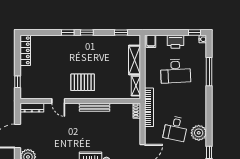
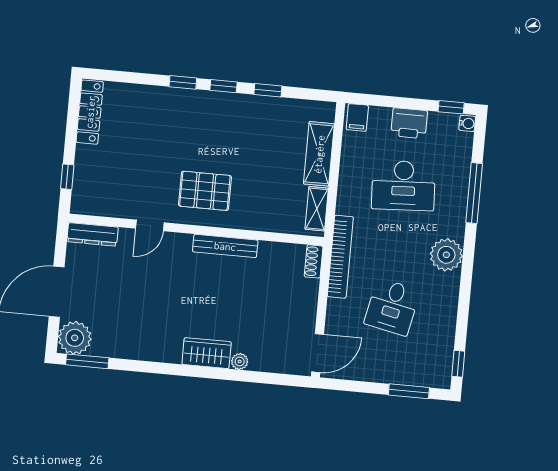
window: (121, 32) -> (268, 90), moved
door: (58, 101) -> (150, 225), hinge flipped
plant: (199, 133) -> (446, 255), moved

